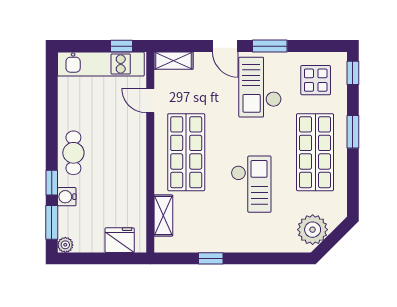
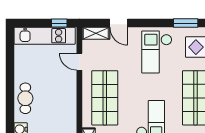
door: (225, 46) -> (119, 23), moved
window: (270, 46) -> (186, 23), moved
window: (52, 183) -> (10, 119), removed

